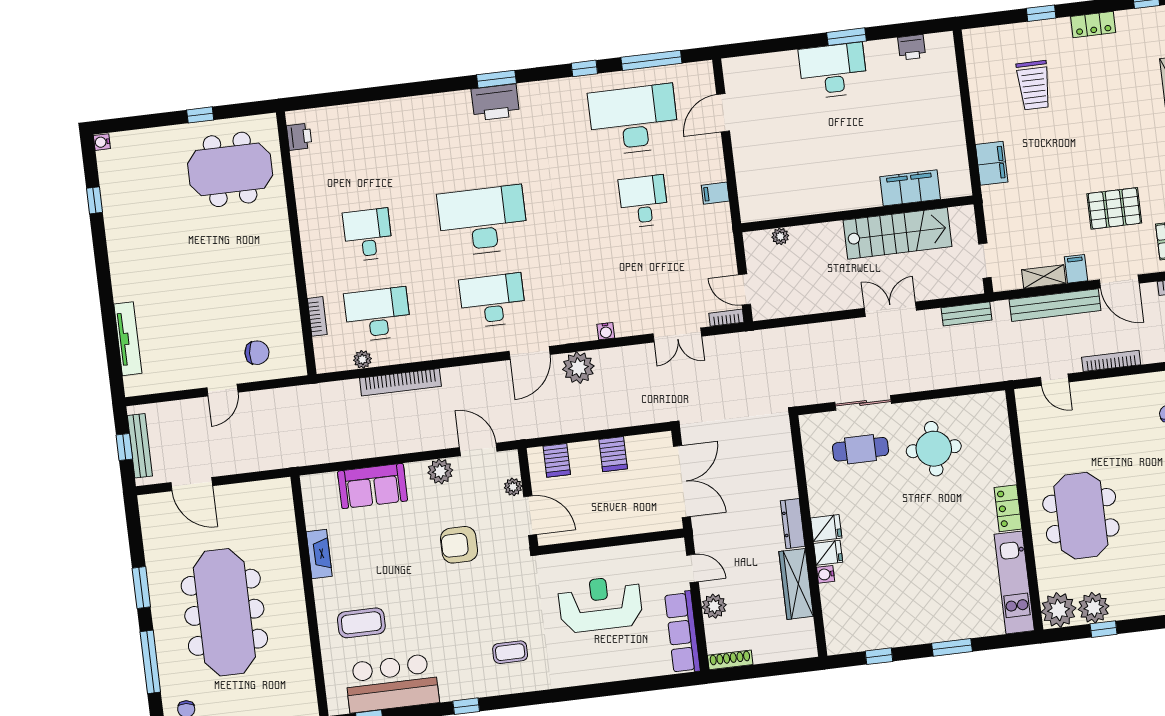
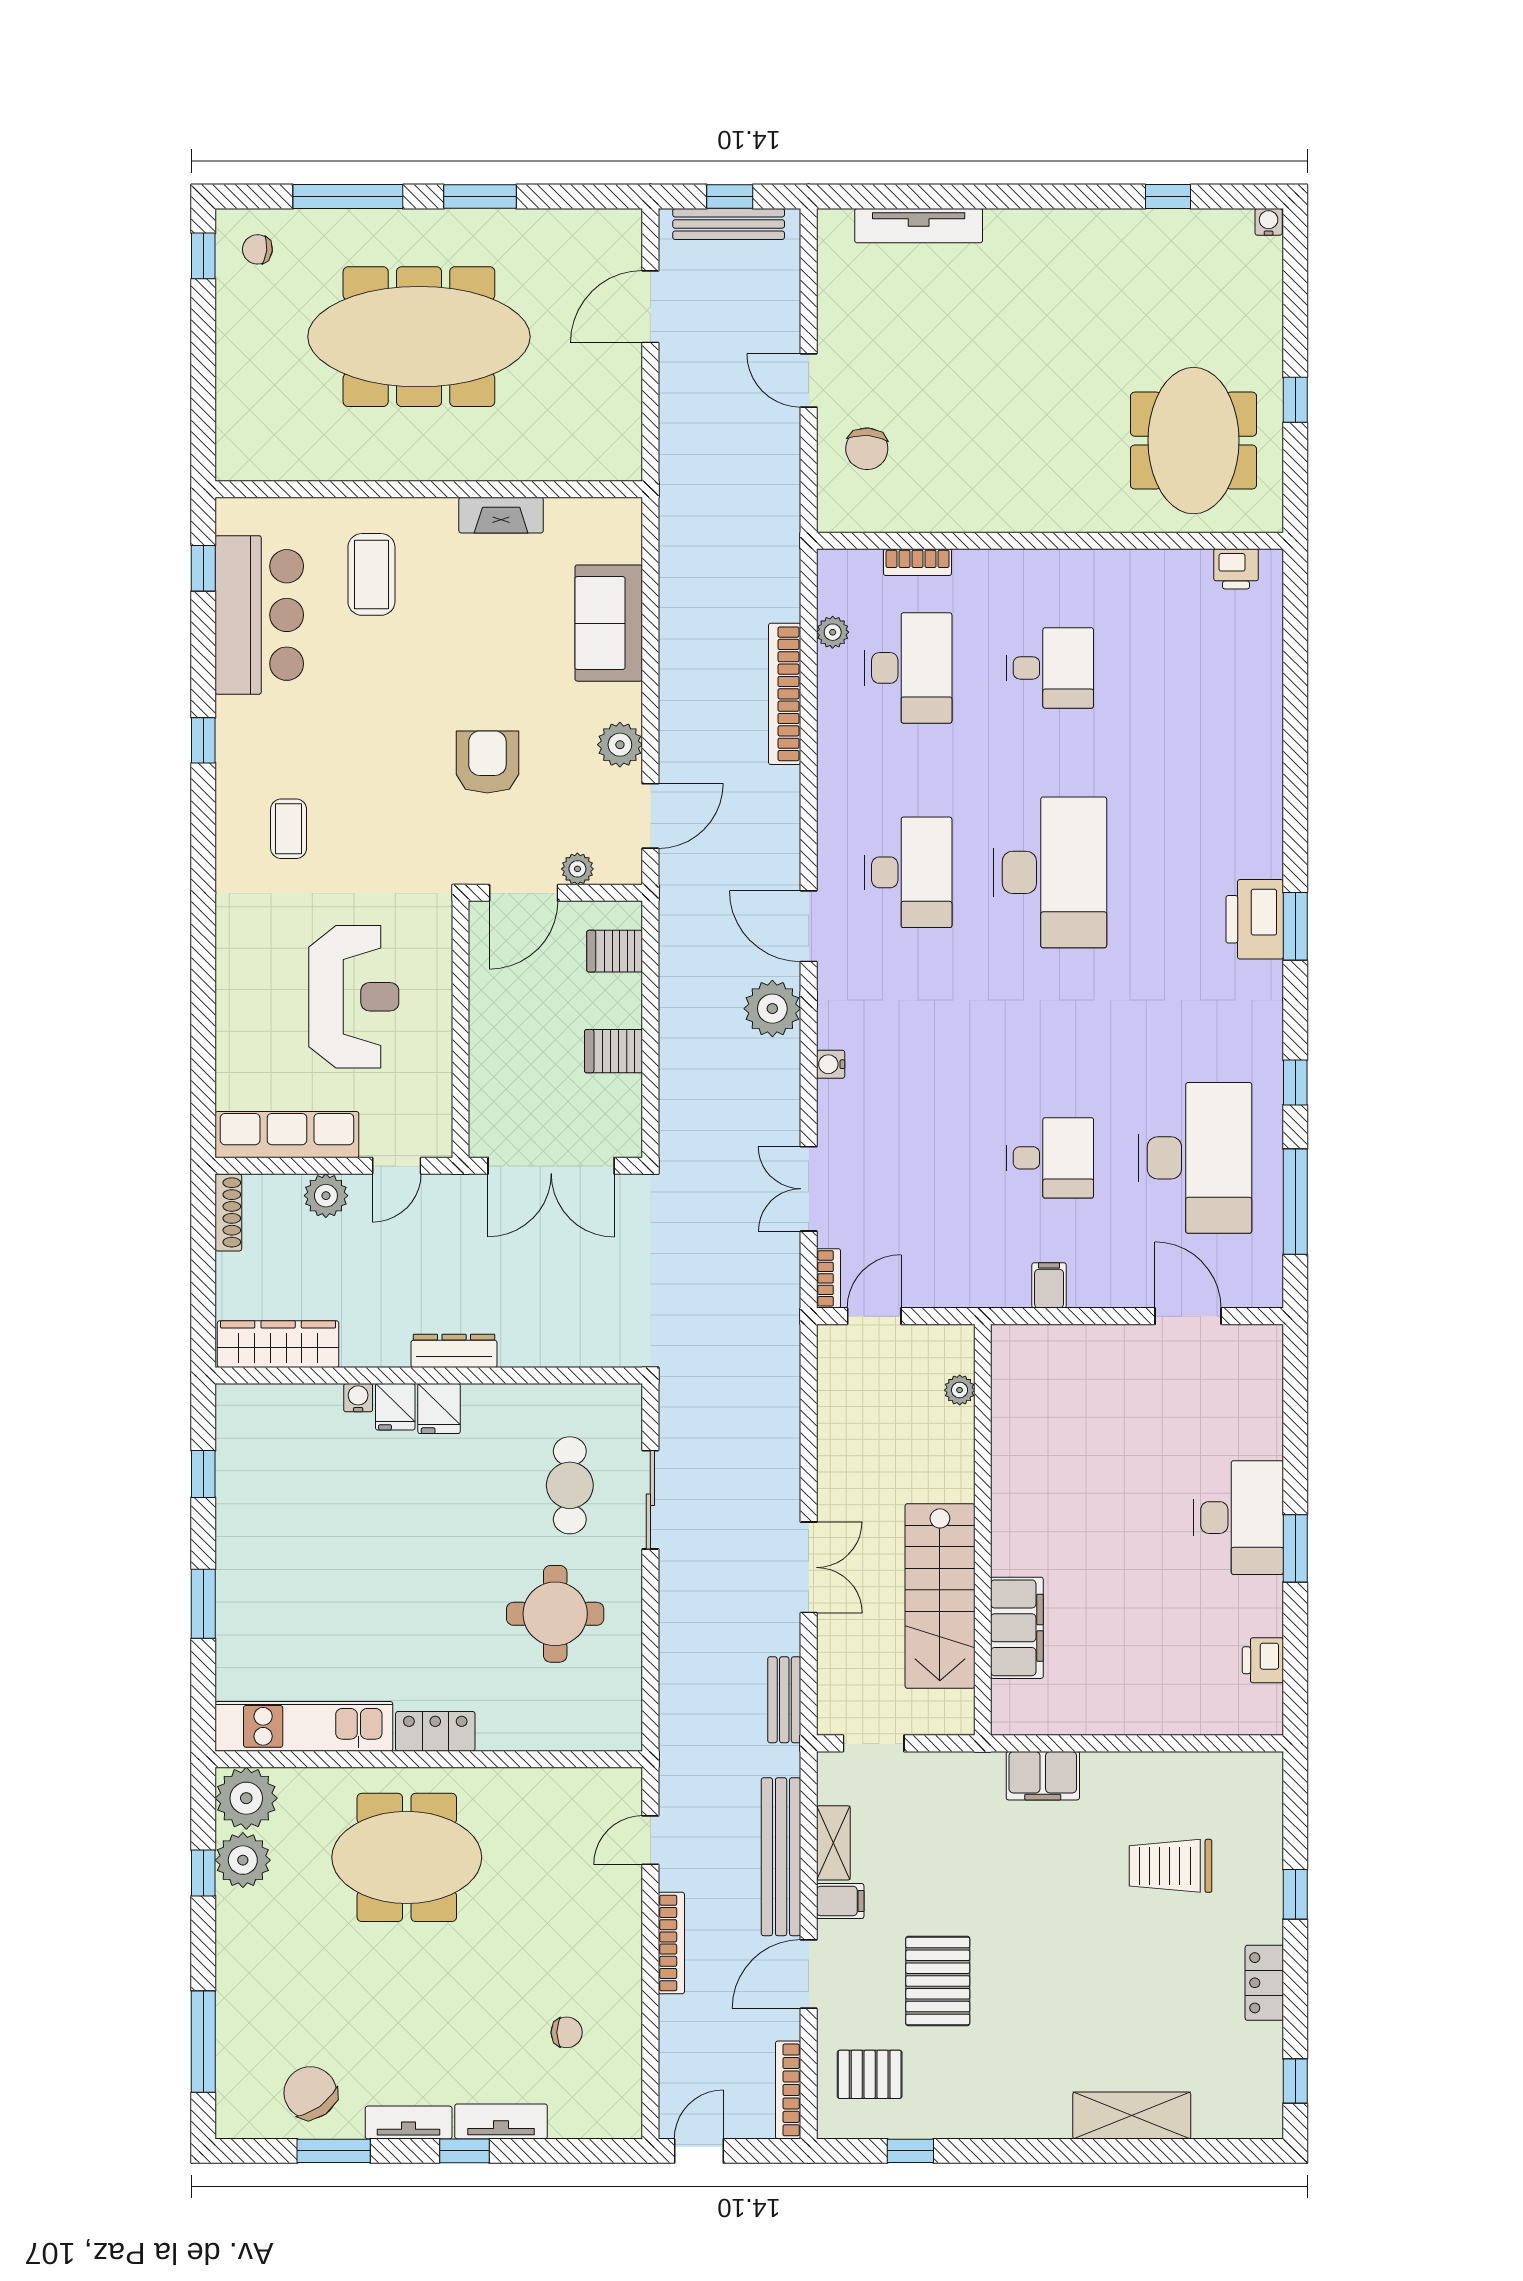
wardrobe: (796, 584) -> (278, 1344), moved

